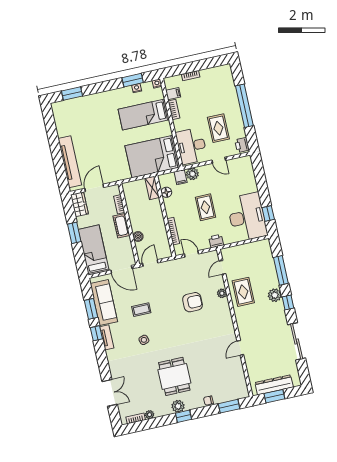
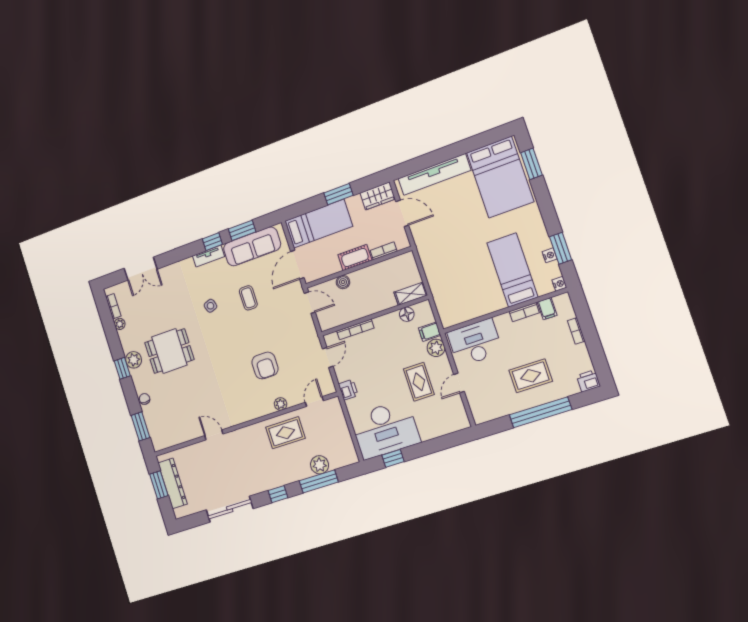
rug: (218, 128) -> (531, 376), moved
printer: (242, 145) -> (588, 381), moved
bed: (152, 157) -> (500, 177), moved, turned 180
rug: (205, 207) -> (419, 382), moved, turned 90
door: (222, 267) -> (314, 402), hinge flipped
plant: (275, 295) -> (320, 465), moved

